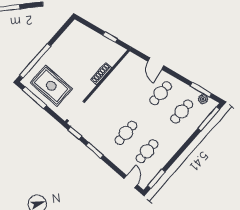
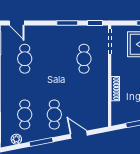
window: (201, 90) -> (41, 142), moved
cafe table: (126, 133) -> (84, 59), moved

